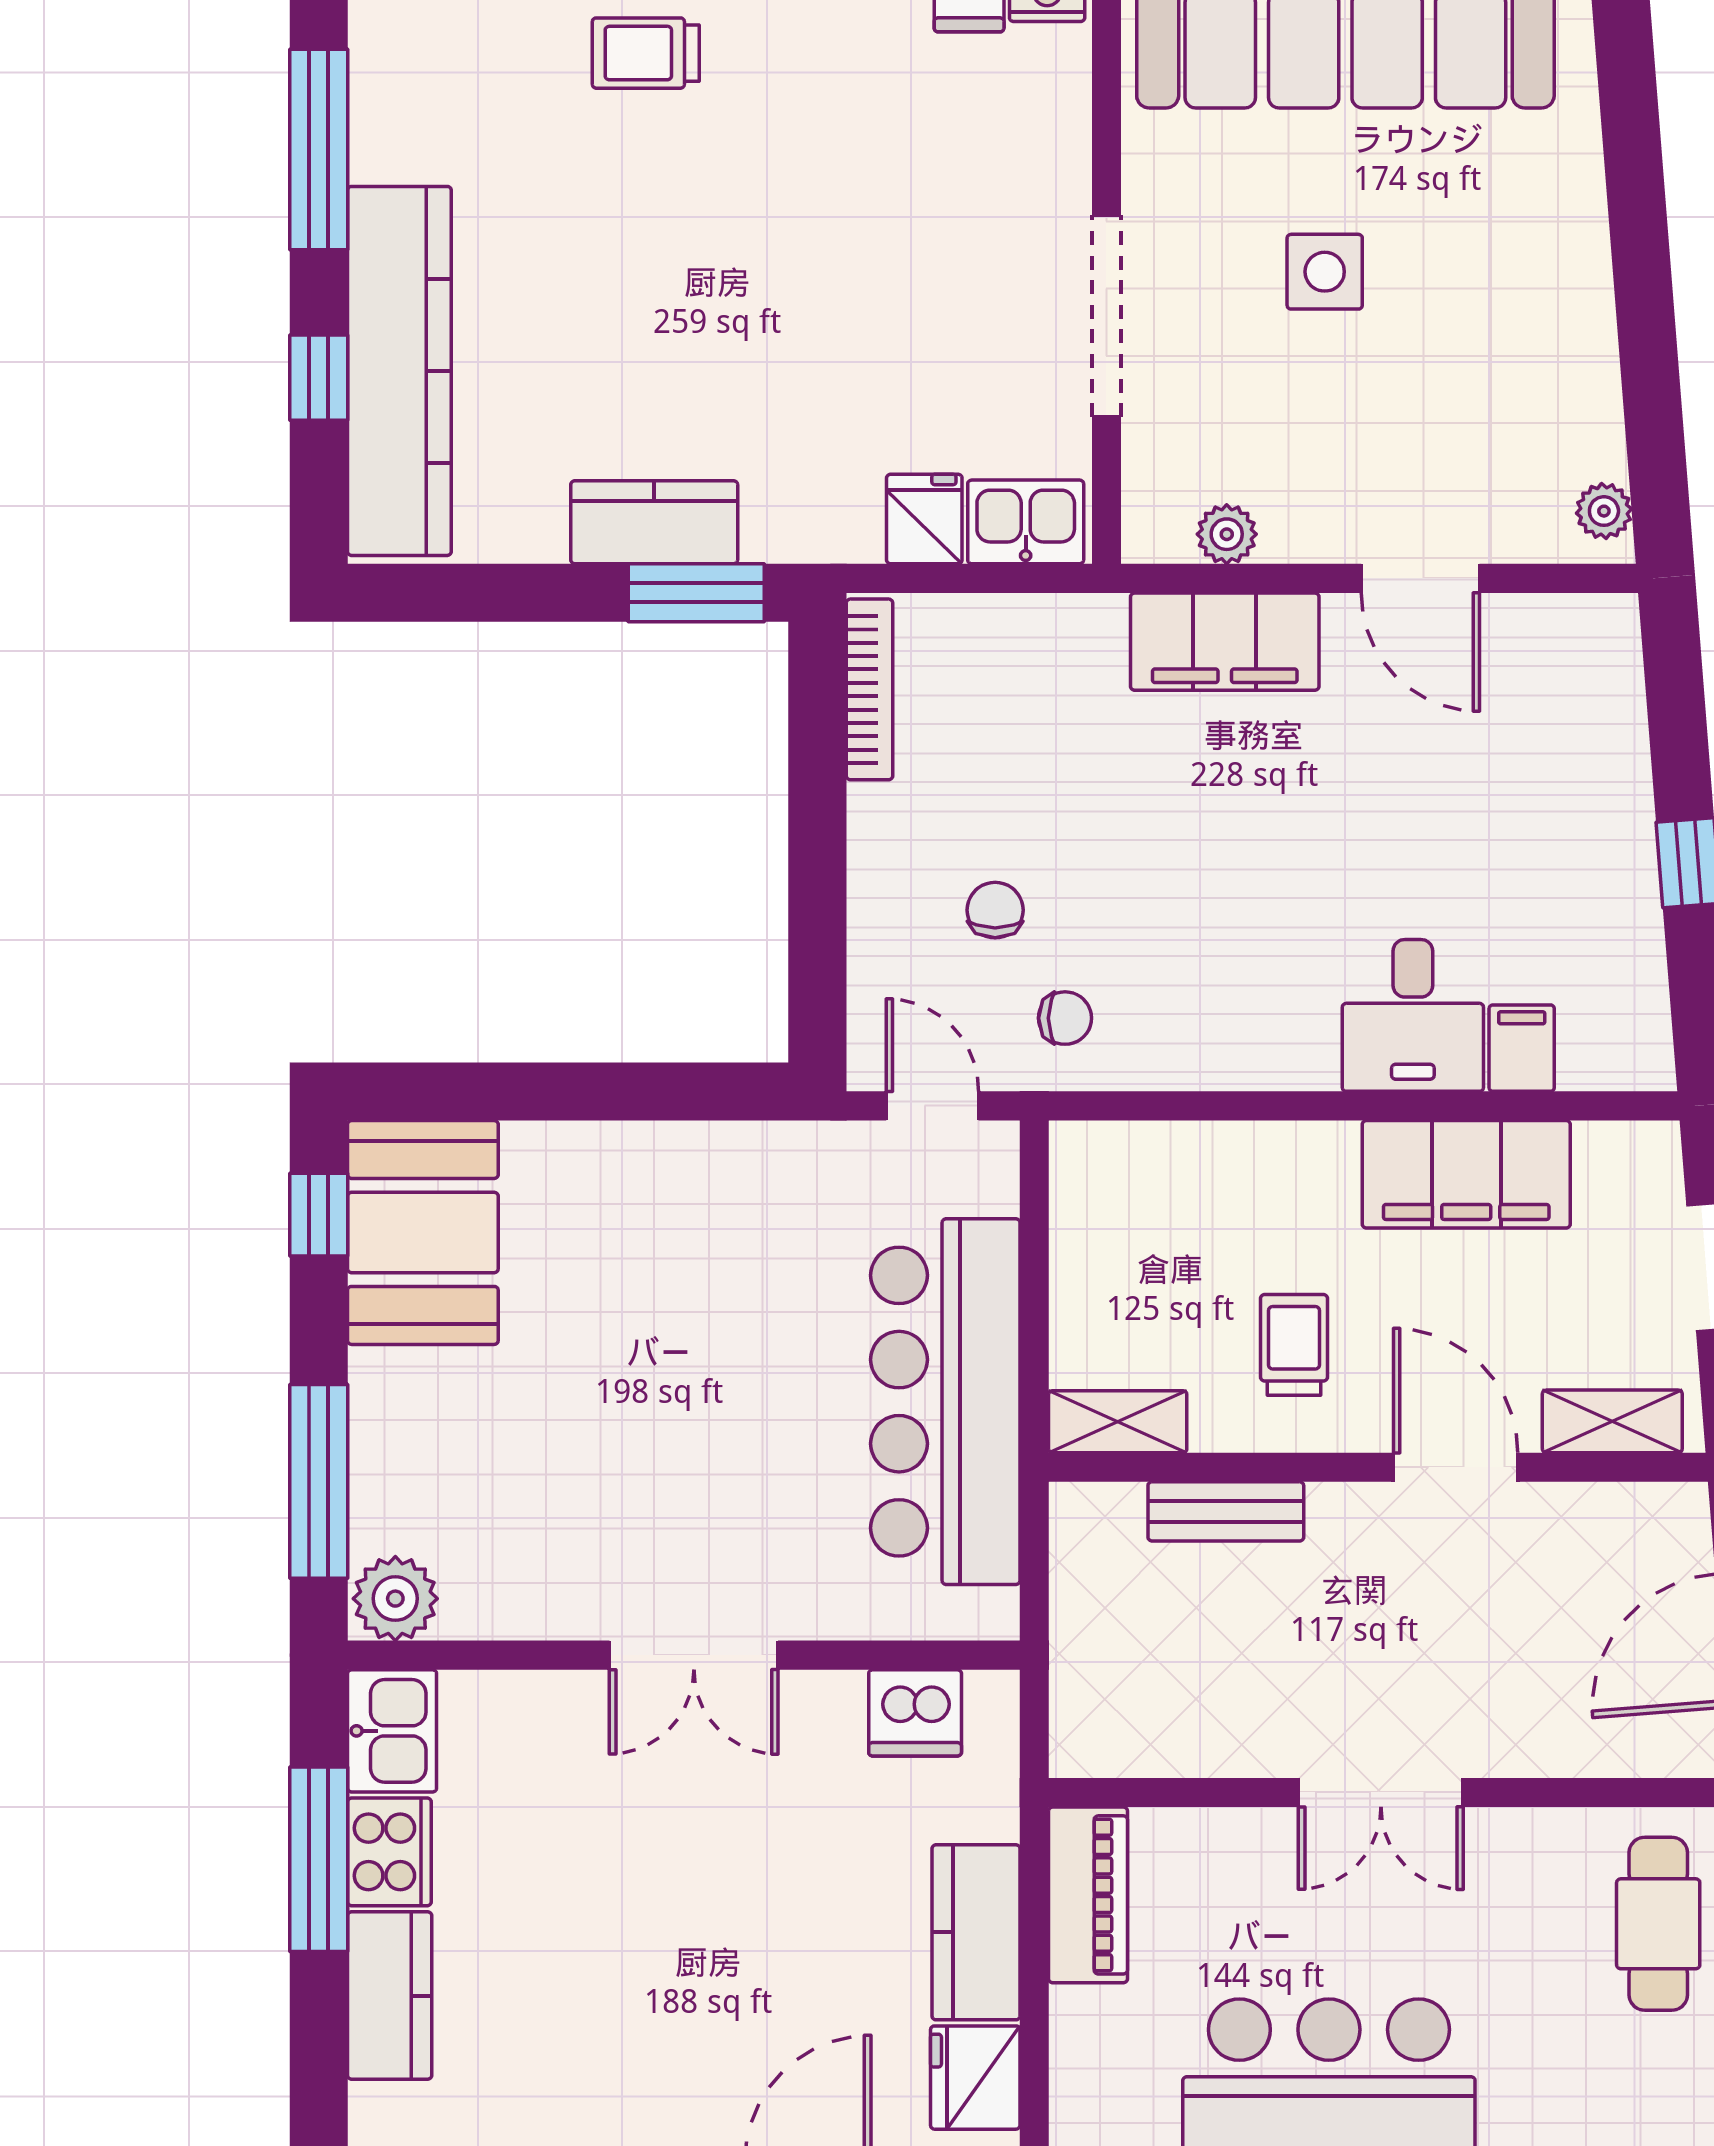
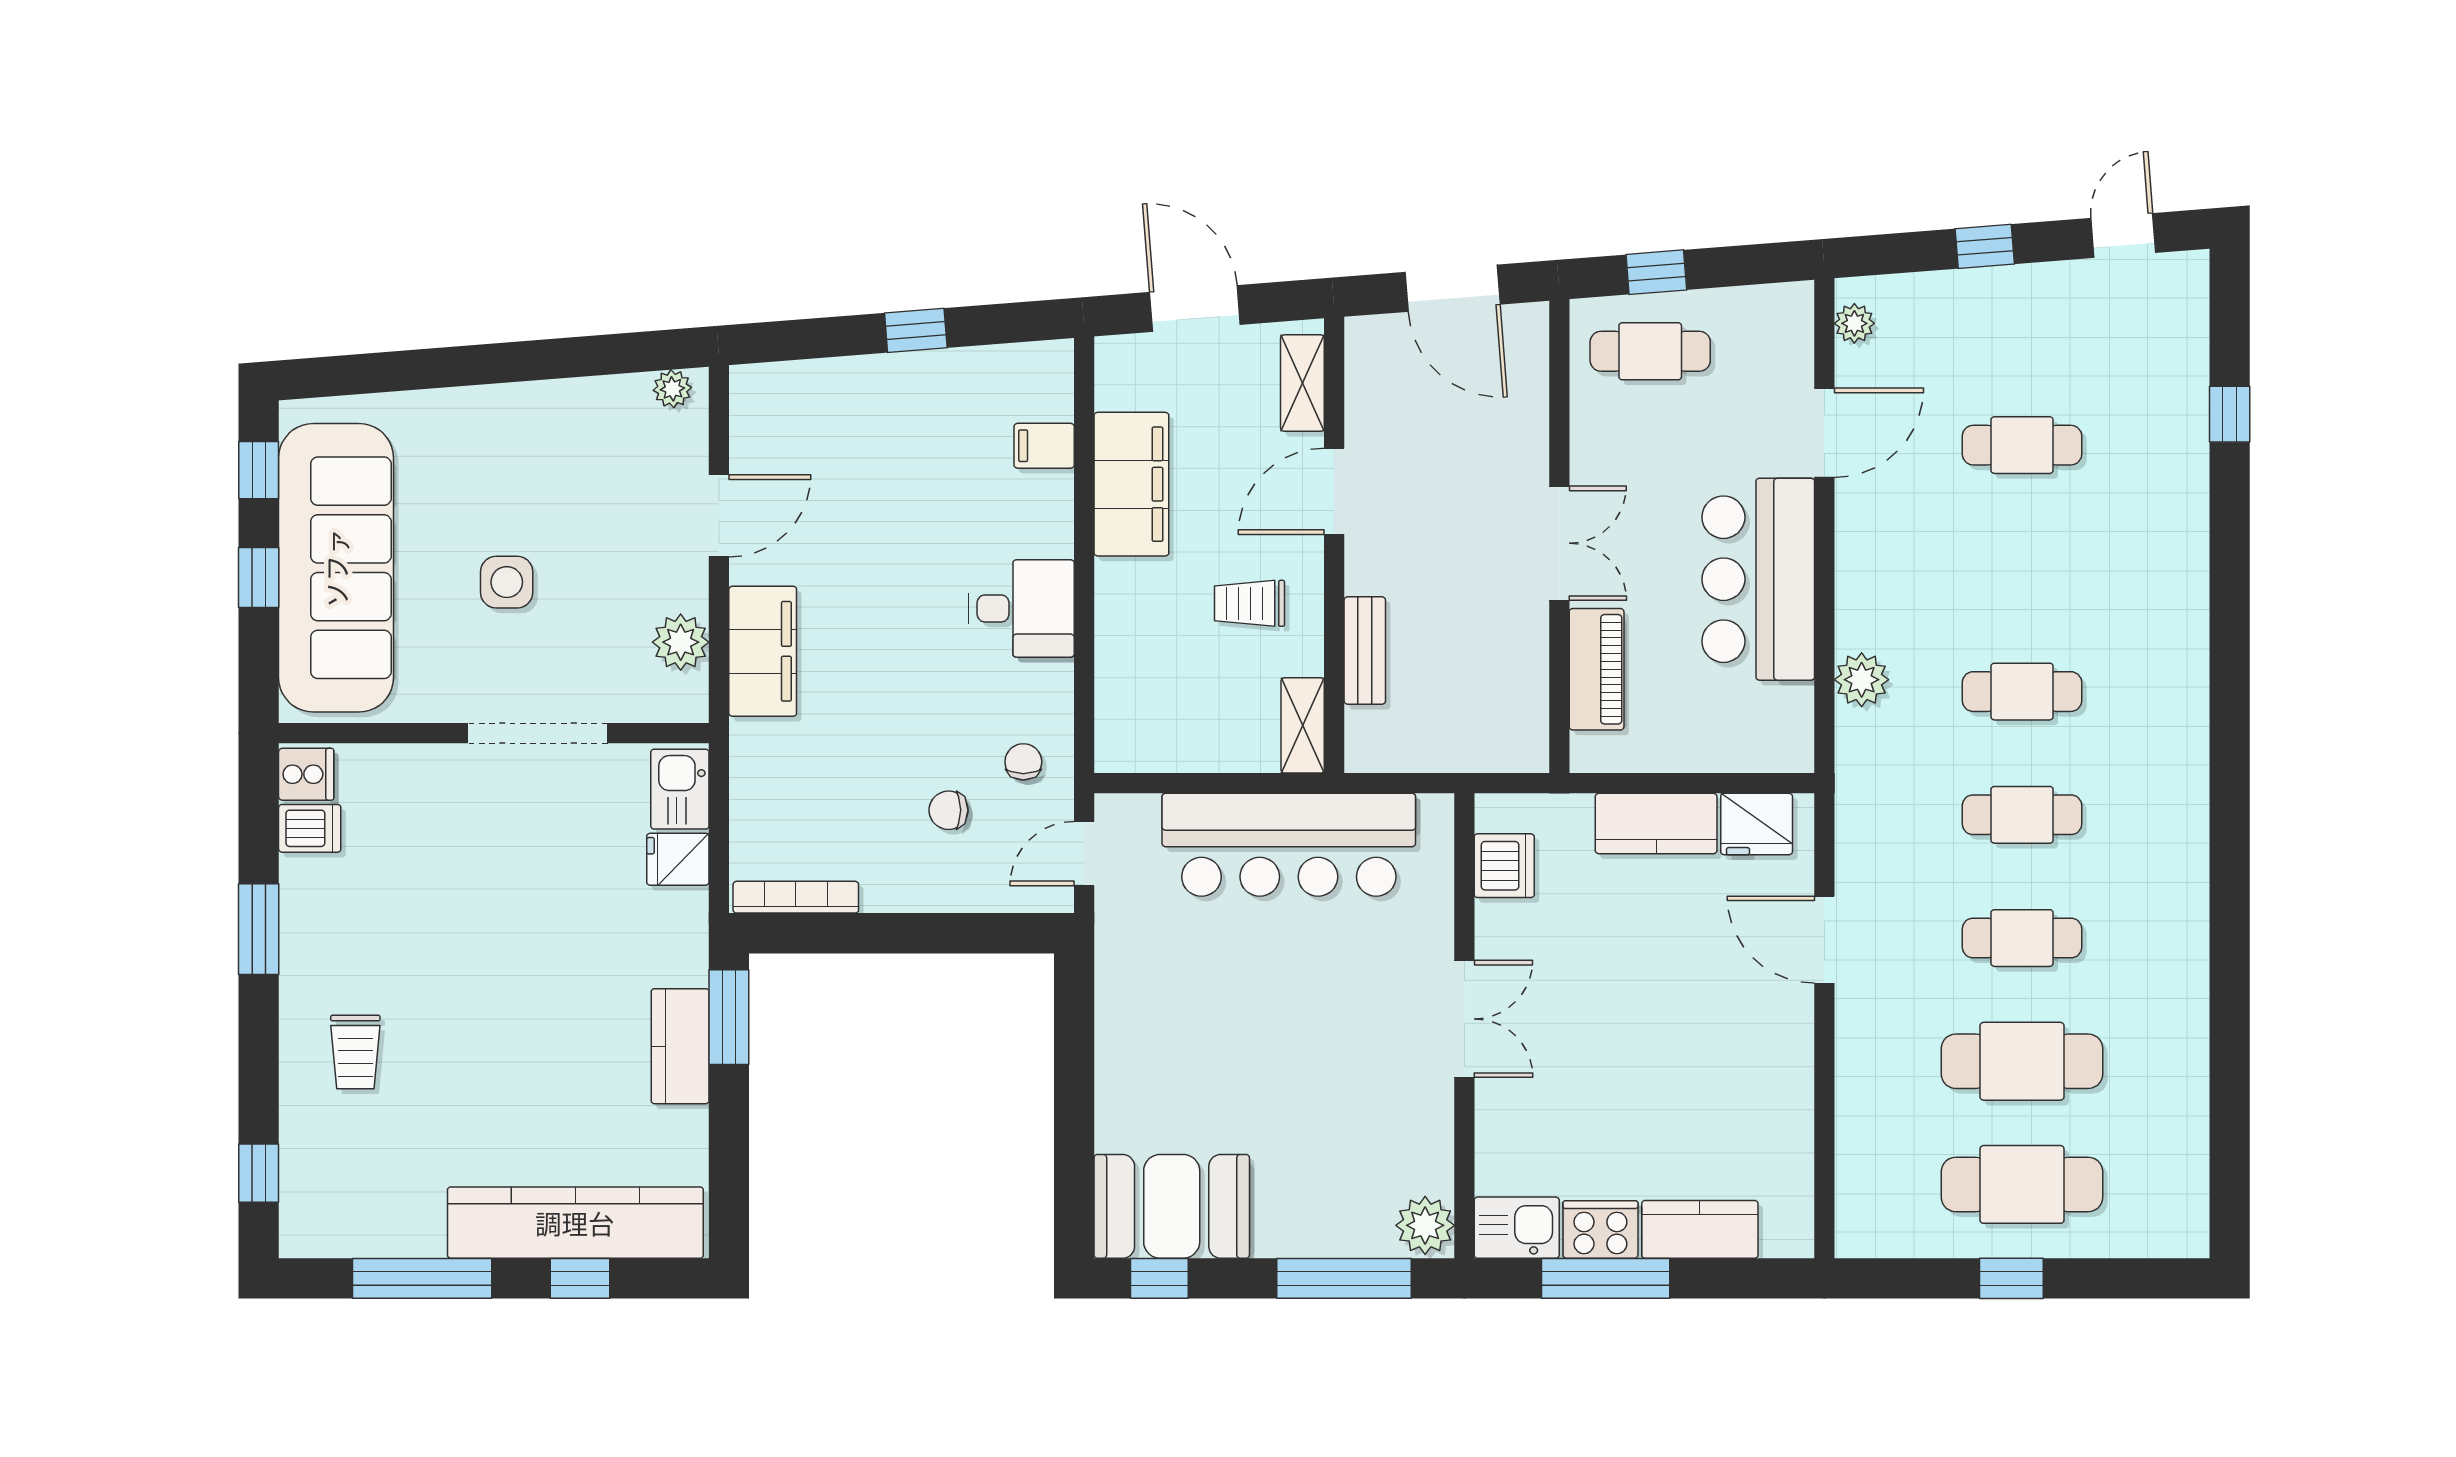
plant: (1227, 534) -> (681, 642), width x1.38, depth x1.38
desk: (1413, 1015) -> (1021, 608), moved
piano: (1088, 1895) -> (1597, 669), moved, turned 90

